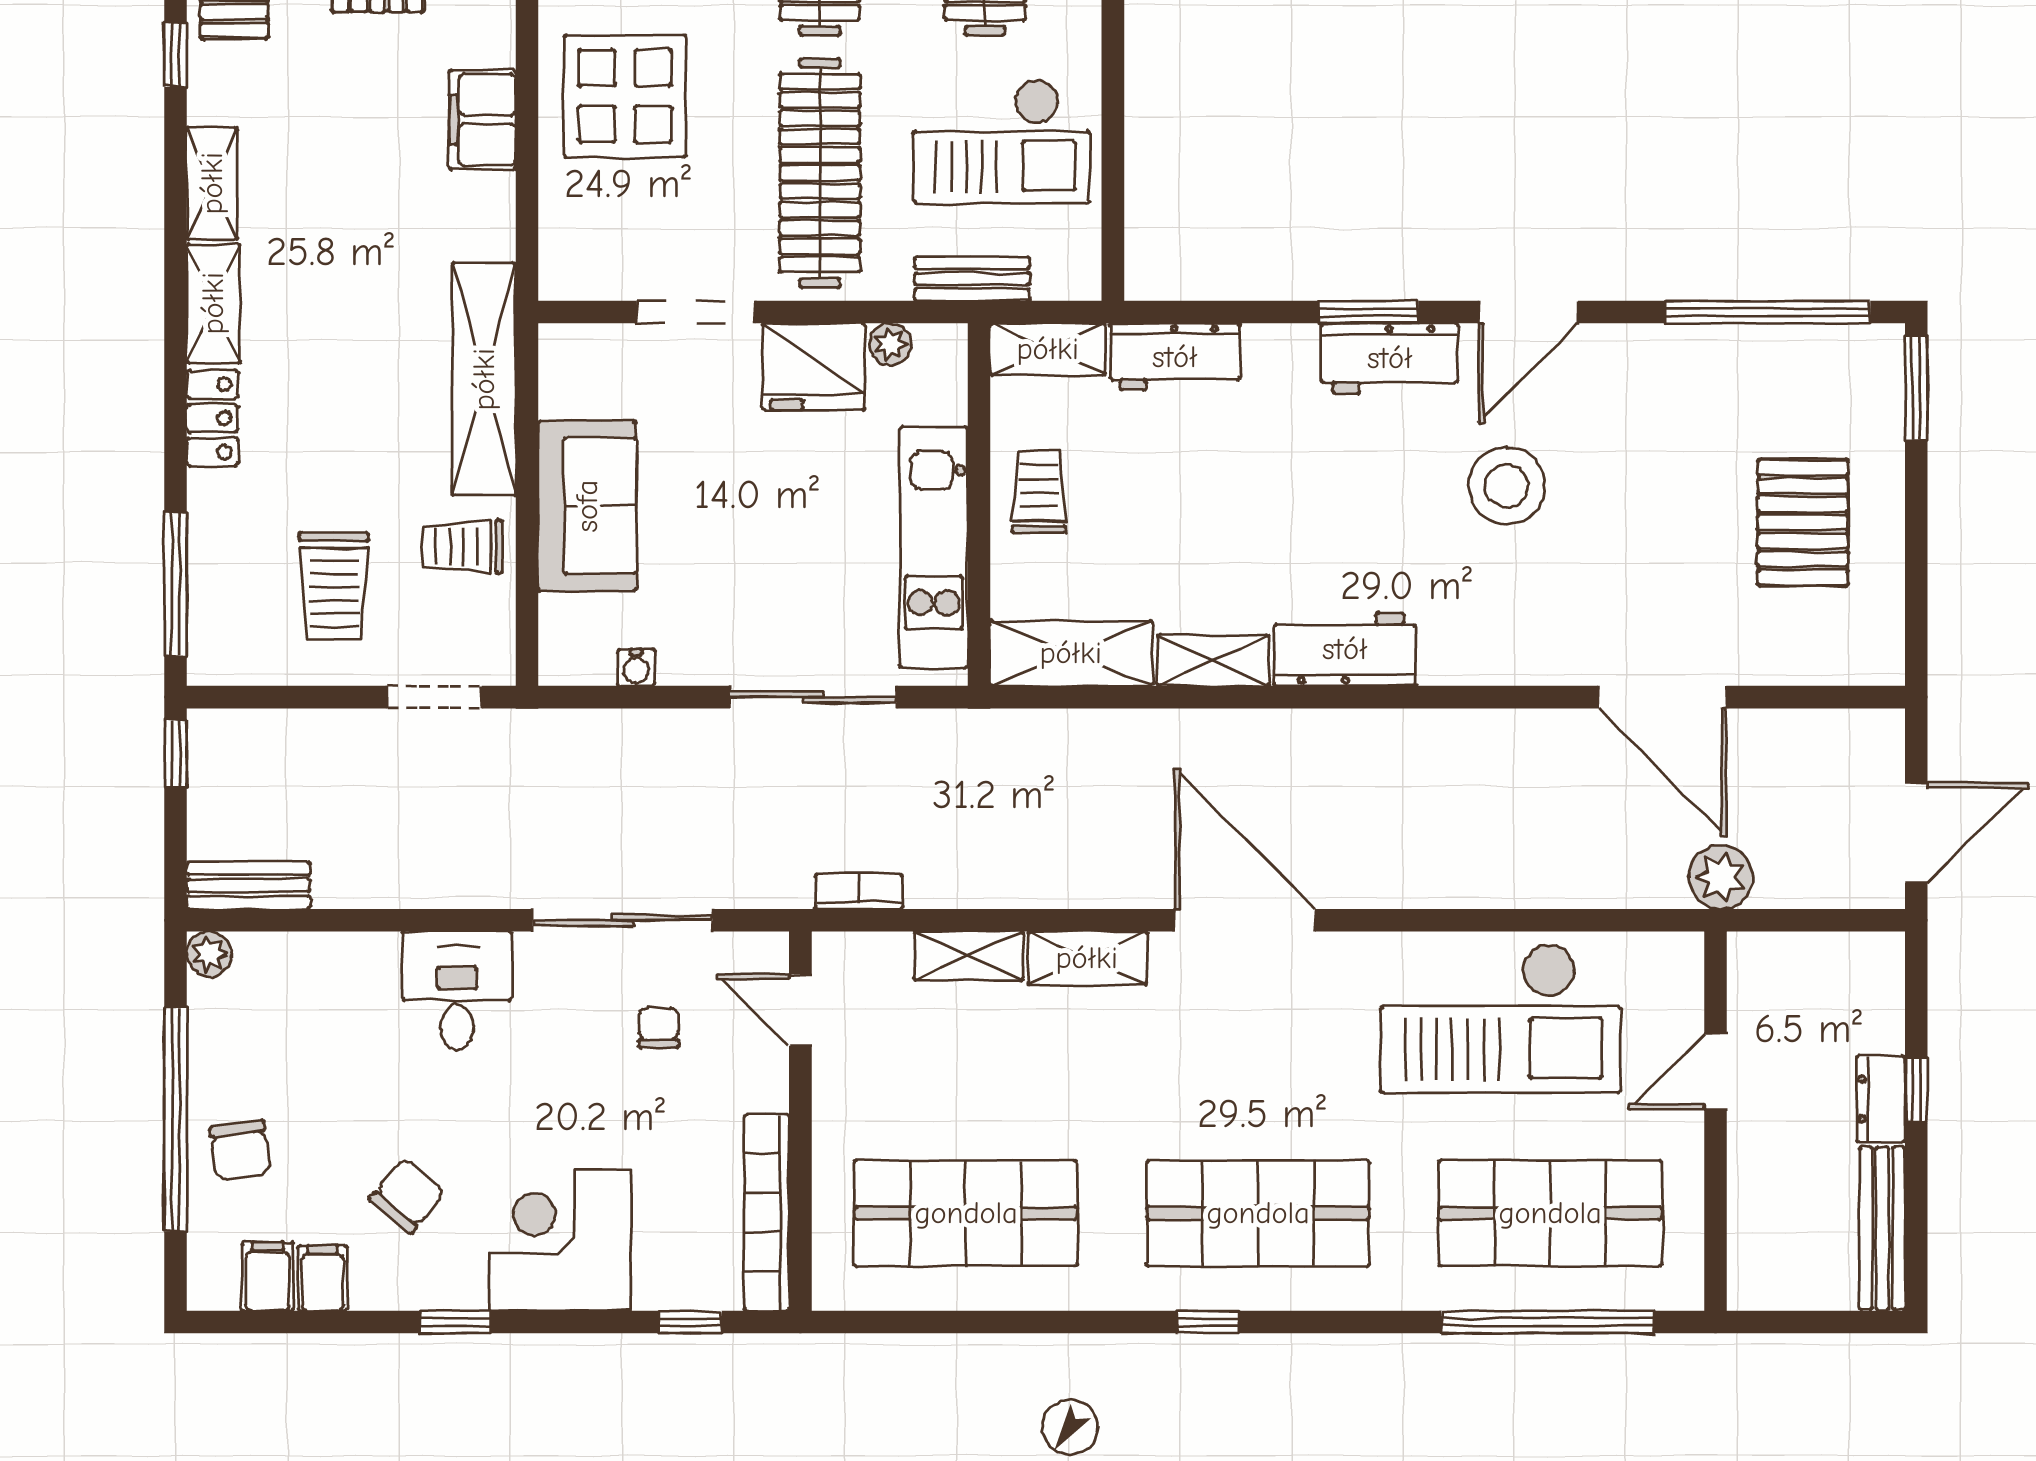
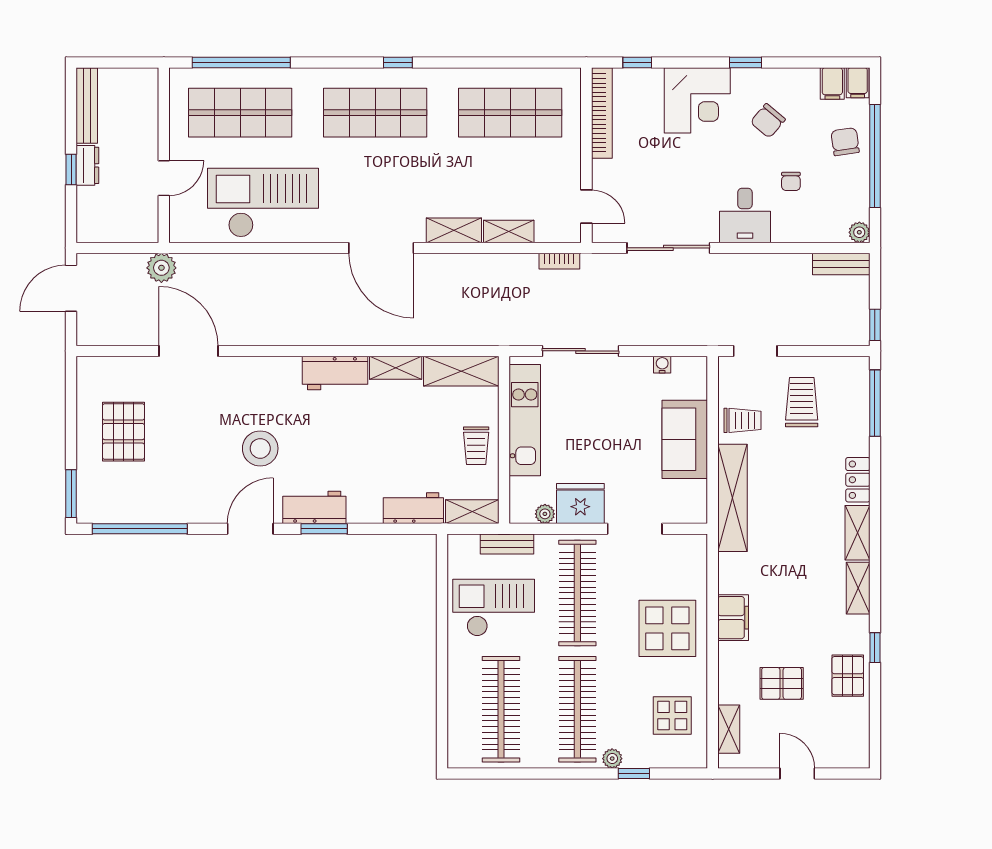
chair: (659, 1028) -> (791, 181), moved
filing cabinet: (323, 1278) -> (858, 83), moved

